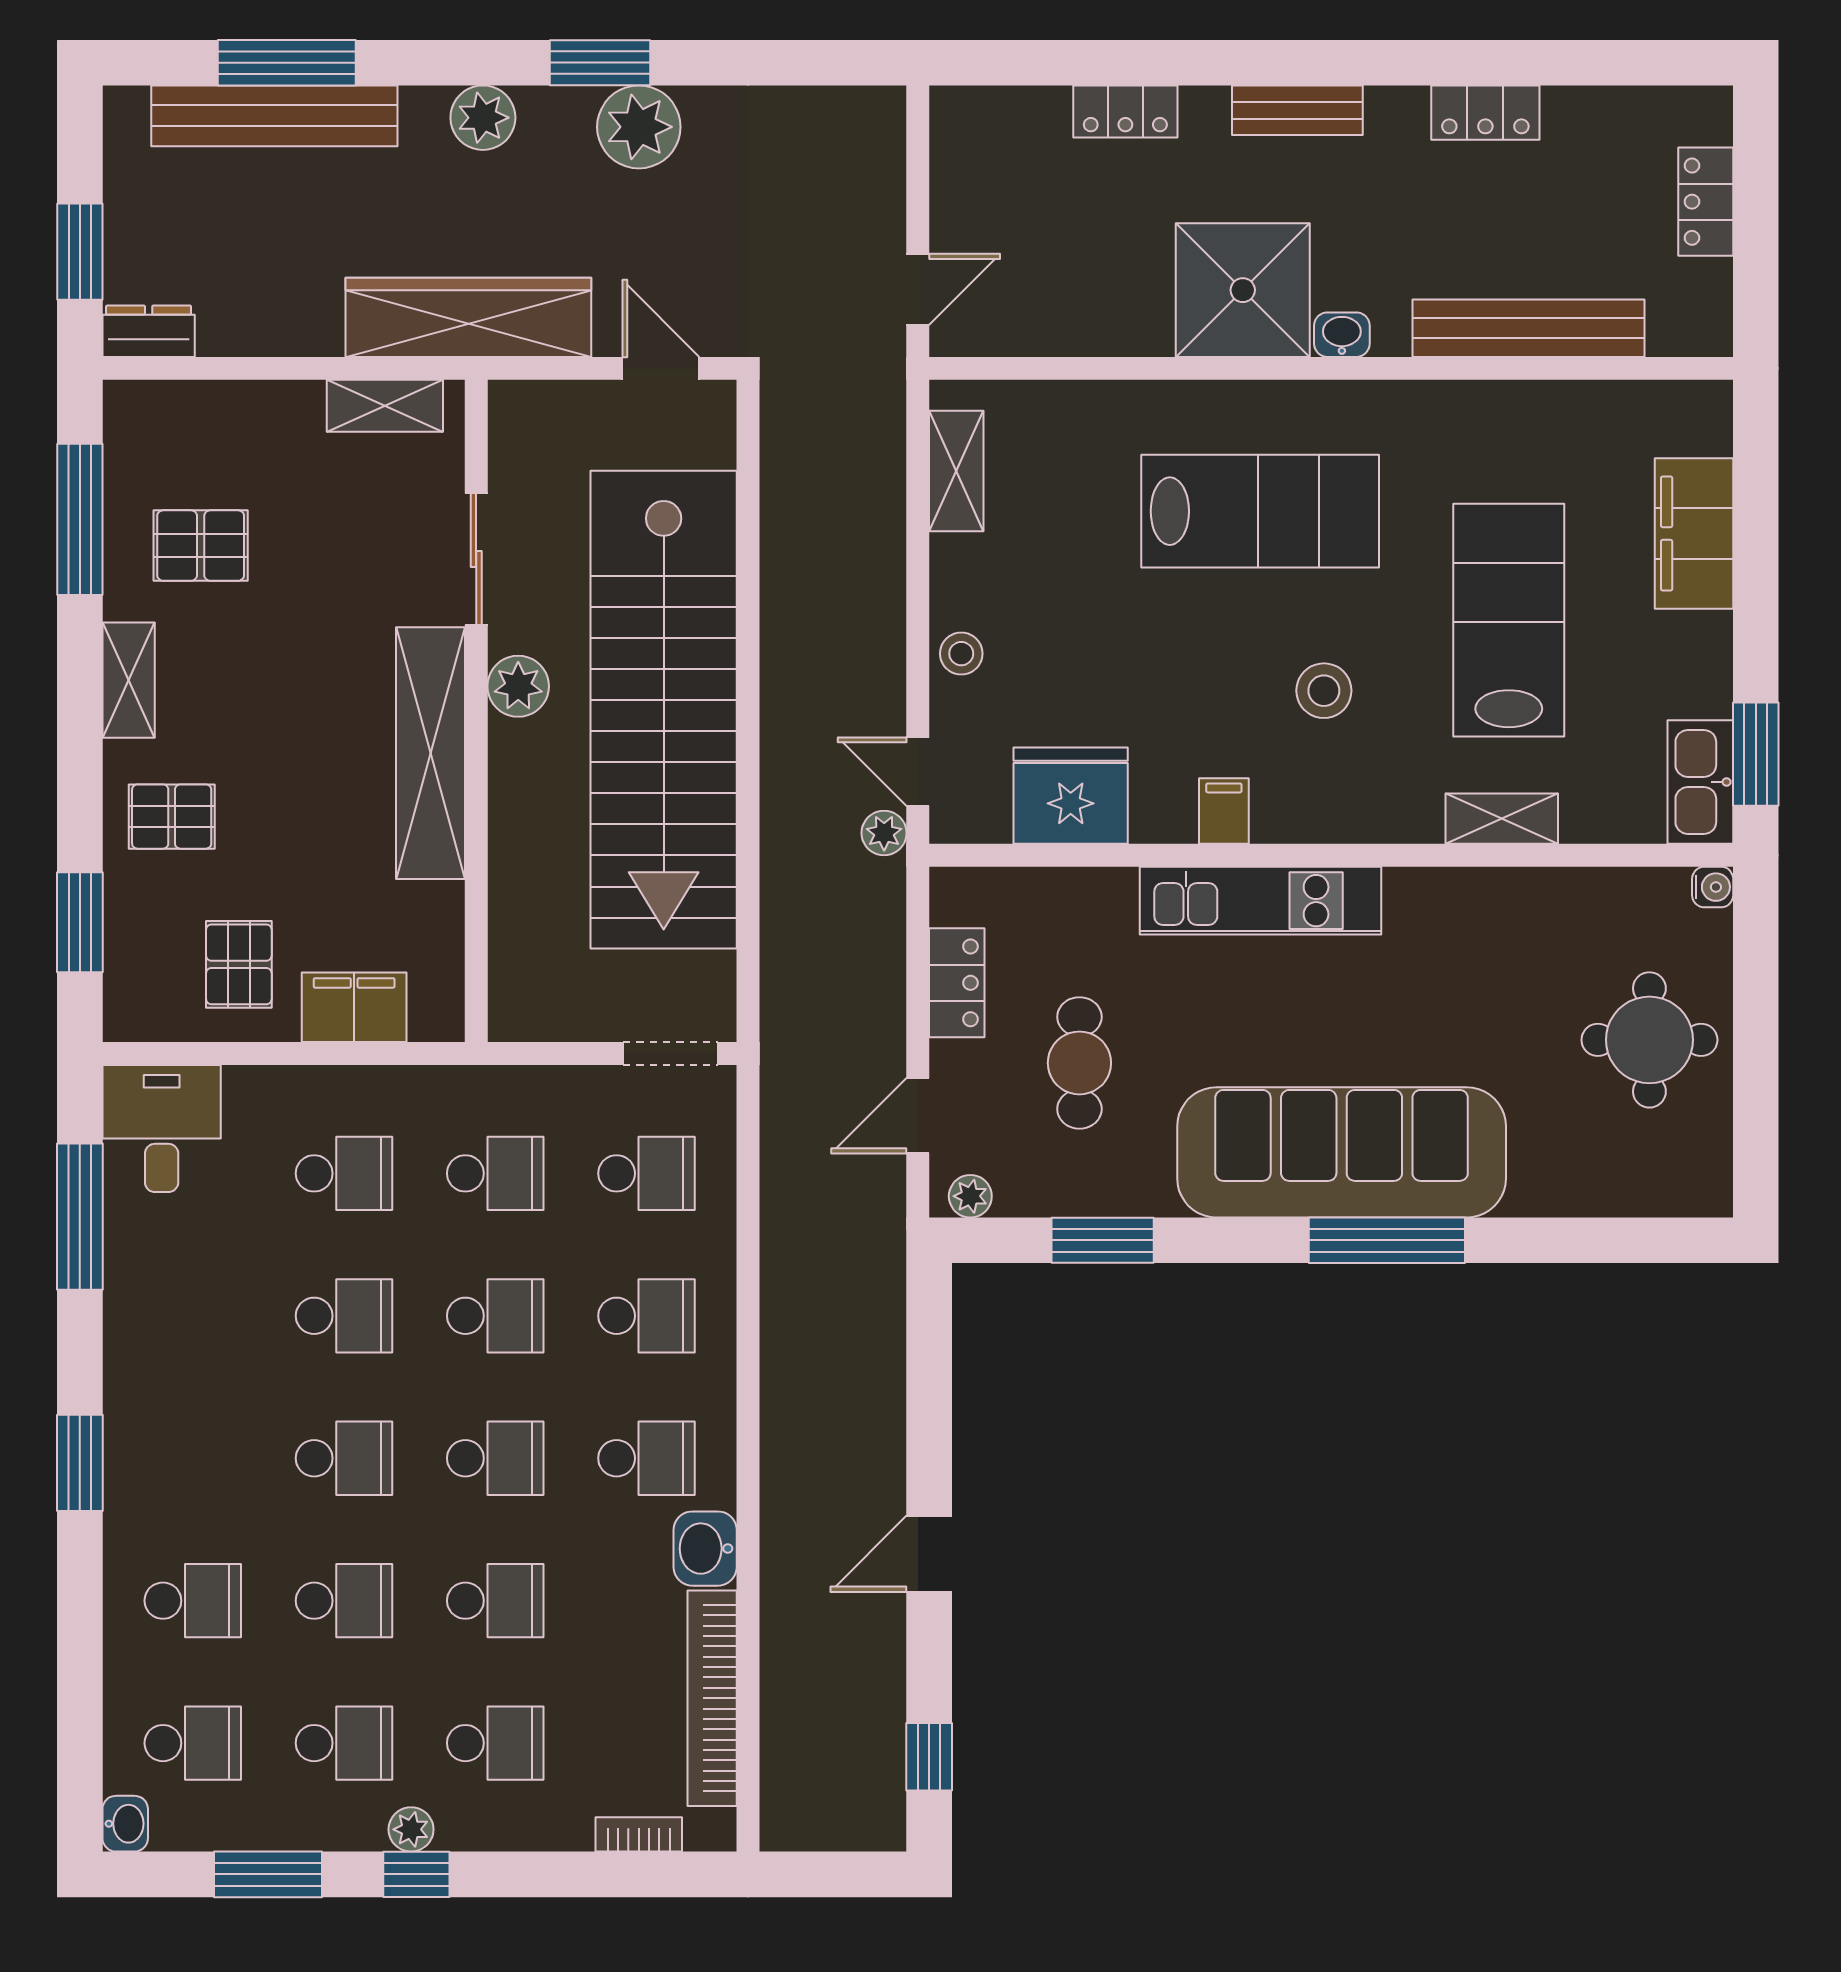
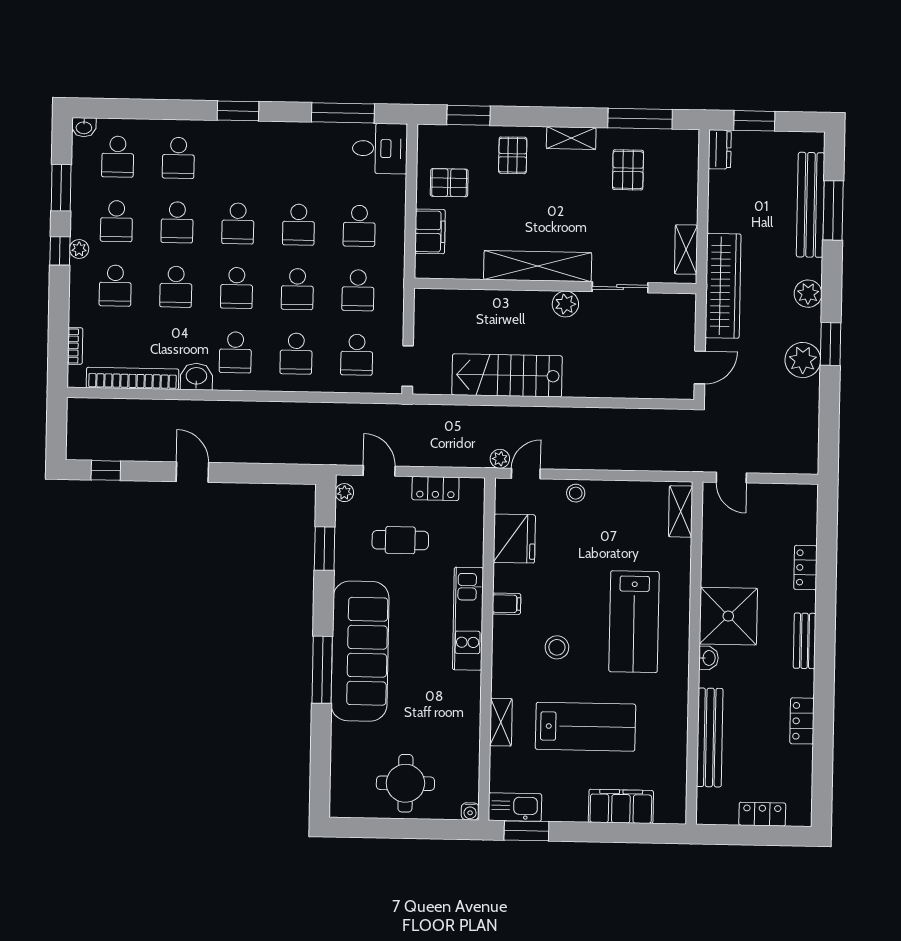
shelving: (956, 471) -> (681, 511), moved, turned 90
stairs: (664, 710) -> (507, 375), width x0.54, depth x0.66

